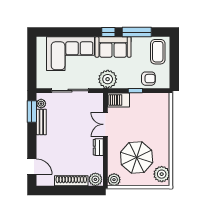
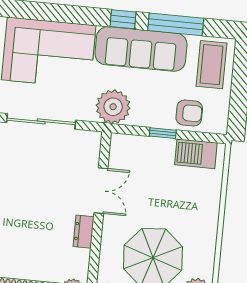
sofa: (113, 47) -> (141, 49), width x1.36
barbecue: (118, 100) -> (196, 154), moved
double door: (105, 124) -> (101, 191), swing flipped

